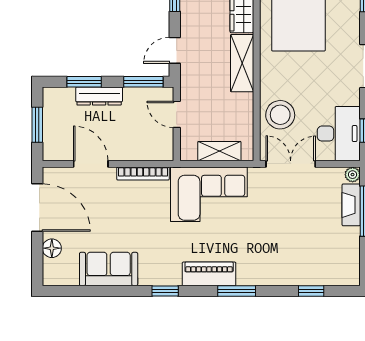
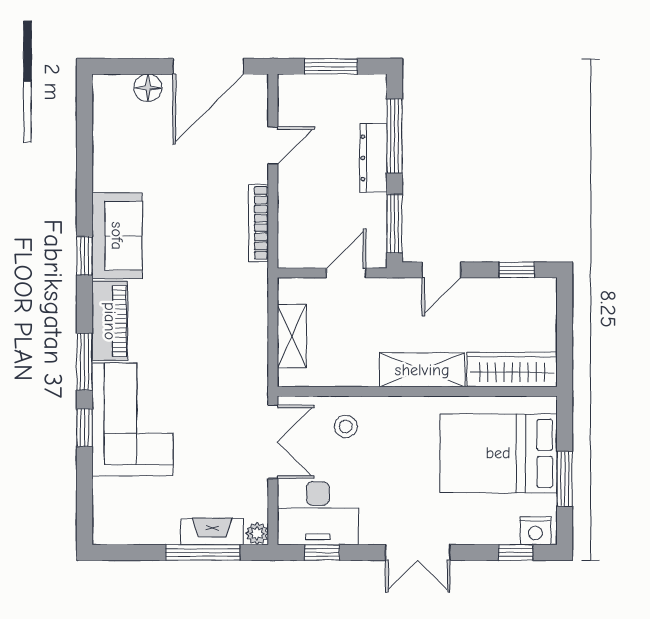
door: (175, 50) -> (441, 270), swing flipped
window: (84, 82) -> (394, 136), width x1.44
stool: (280, 115) -> (346, 426), width x0.53, depth x0.53
door: (91, 164) -> (273, 145), width x0.73
corner sofa: (209, 194) -> (133, 420), moved, turned 180
sofa: (109, 269) -> (117, 236), moved
window: (311, 291) -> (85, 428), moved

